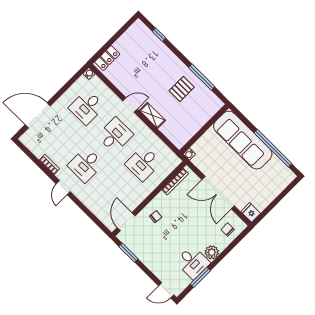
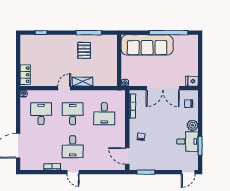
desk: (87, 107) -> (41, 114), turned 180

